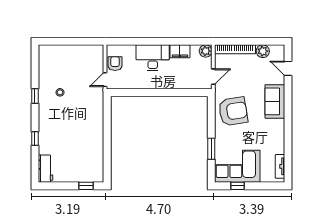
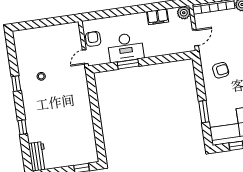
desk: (153, 58) -> (126, 47), moved, turned 180
window: (145, 93) -> (128, 64), added
armchair: (233, 111) -> (221, 70), width x0.53, depth x0.53

